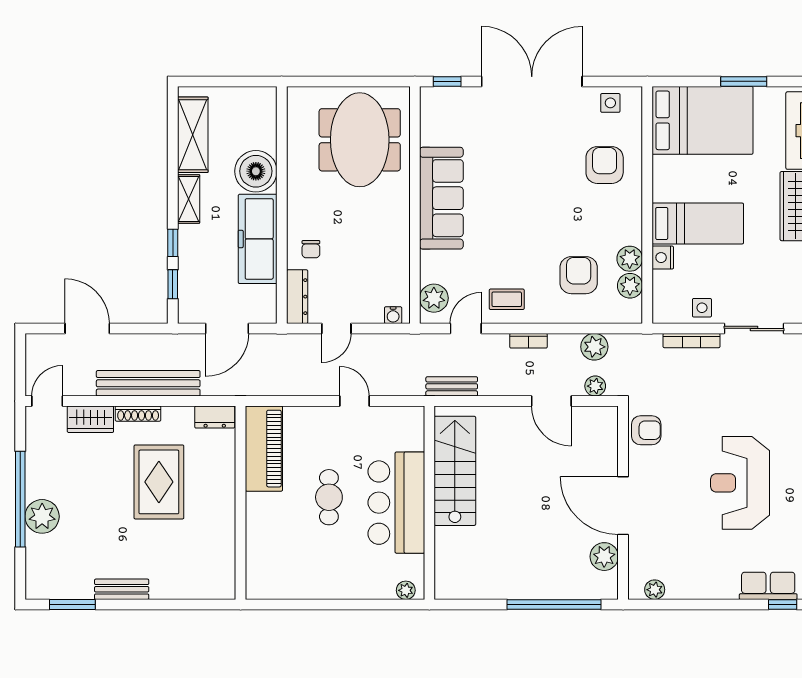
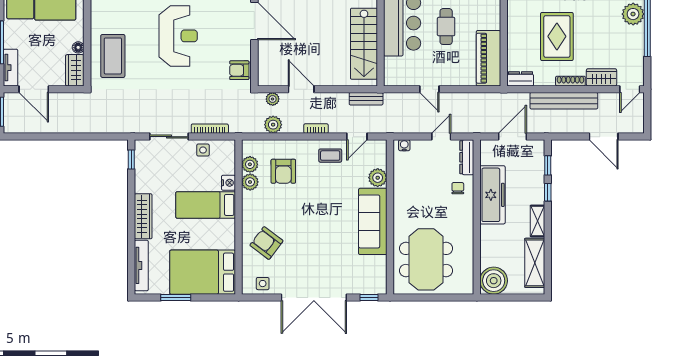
armchair: (605, 165) -> (266, 243), turned 127
boiler: (256, 171) -> (494, 281), moved
plant: (434, 298) -> (378, 178), moved

